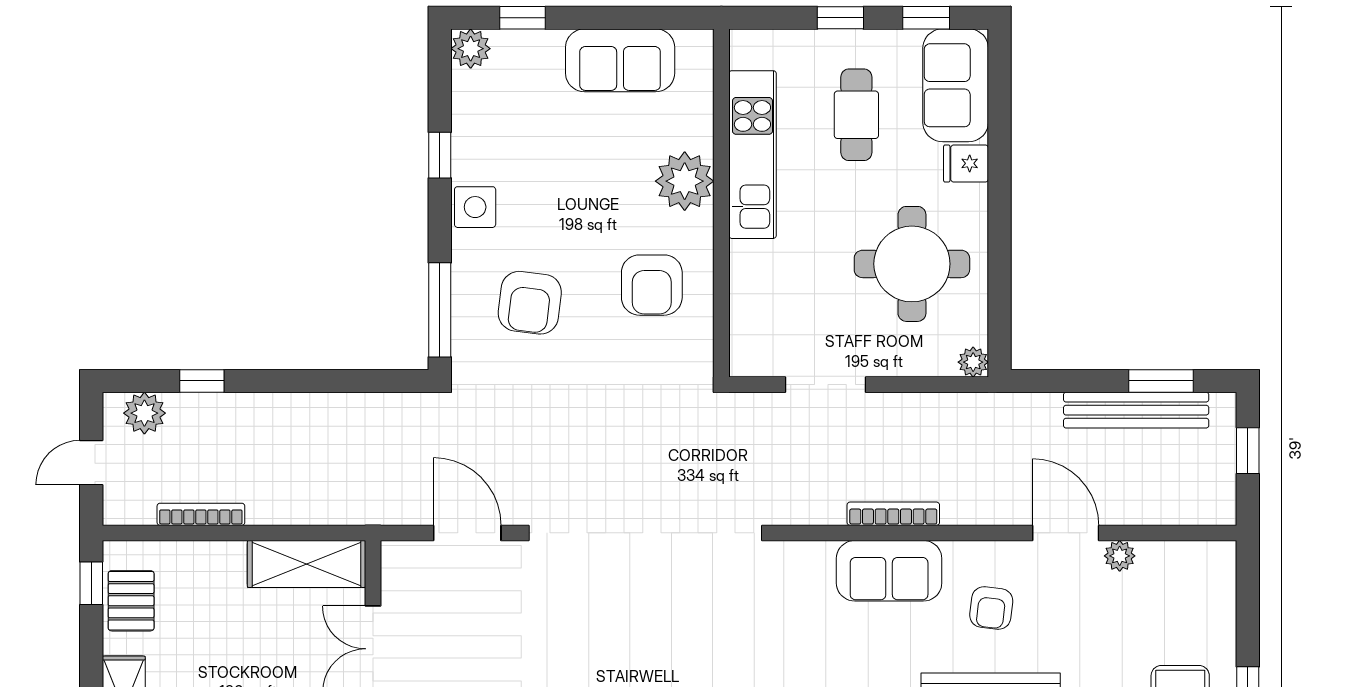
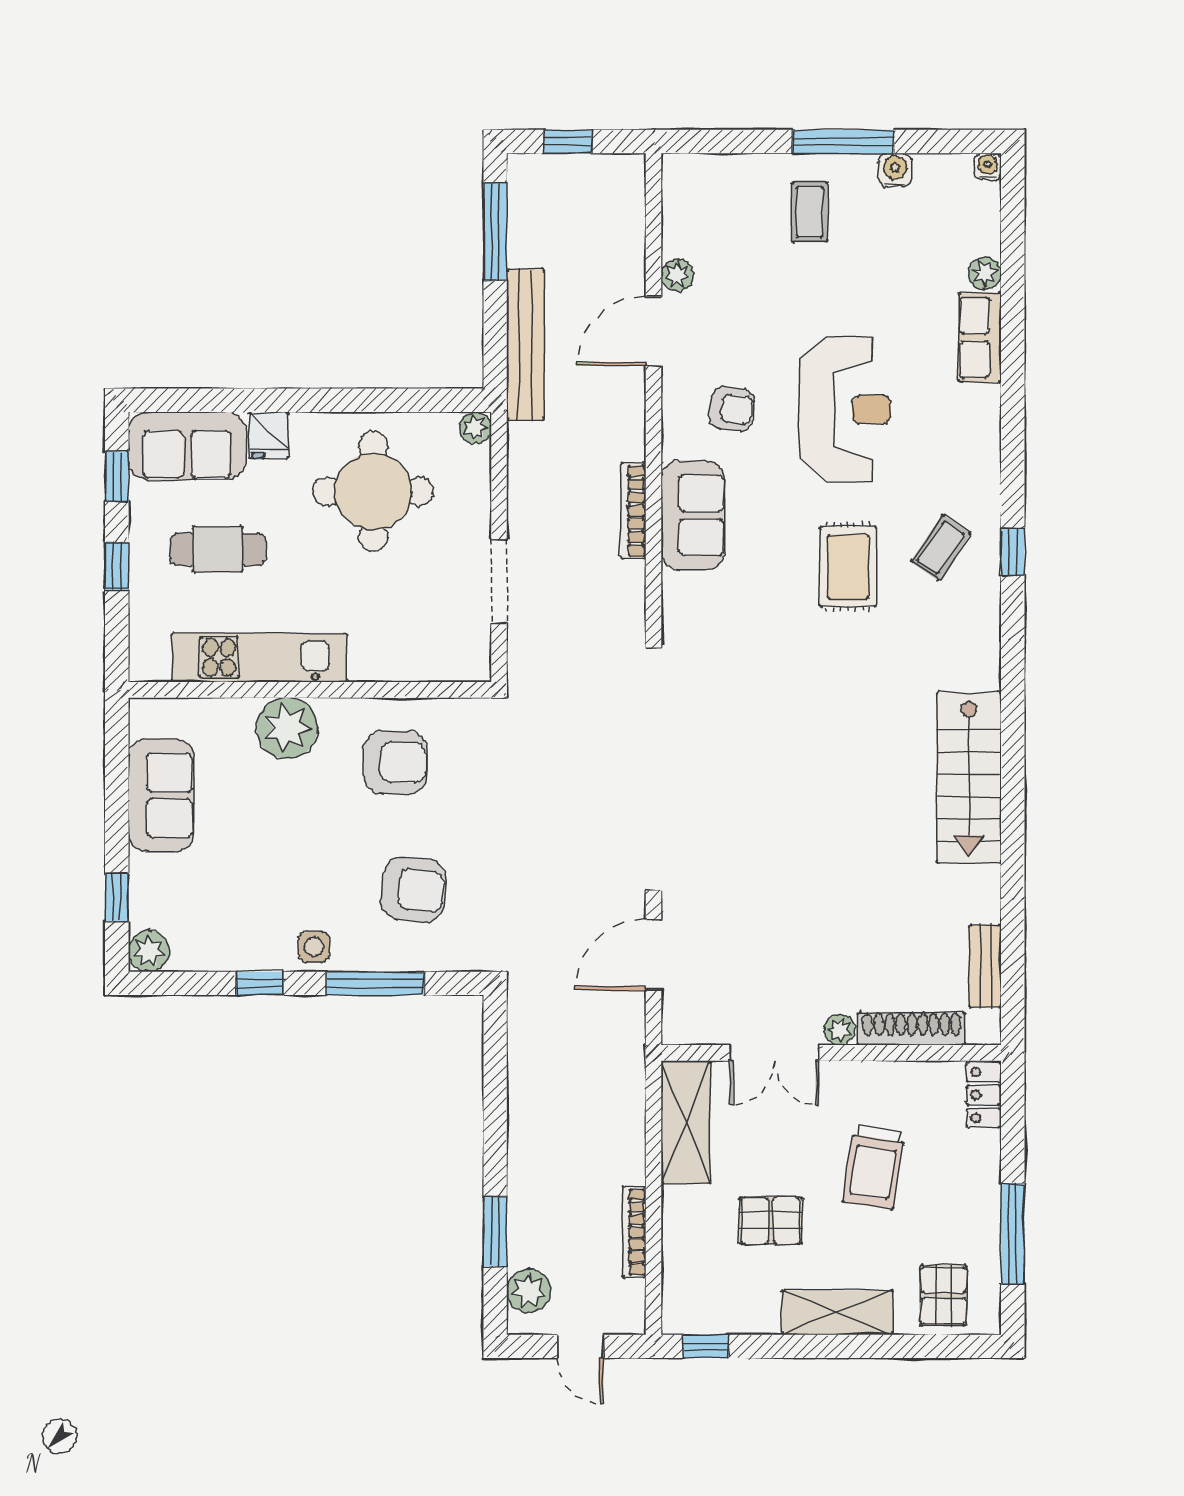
side table: (475, 207) -> (314, 946), width x0.73, depth x0.73
window: (440, 310) -> (375, 983), moved
window: (202, 381) -> (495, 1231), width x1.50
window: (1161, 381) -> (495, 232), width x1.44
bench: (1136, 410) -> (526, 345), moved
pallet: (131, 601) -> (771, 1221), moved

